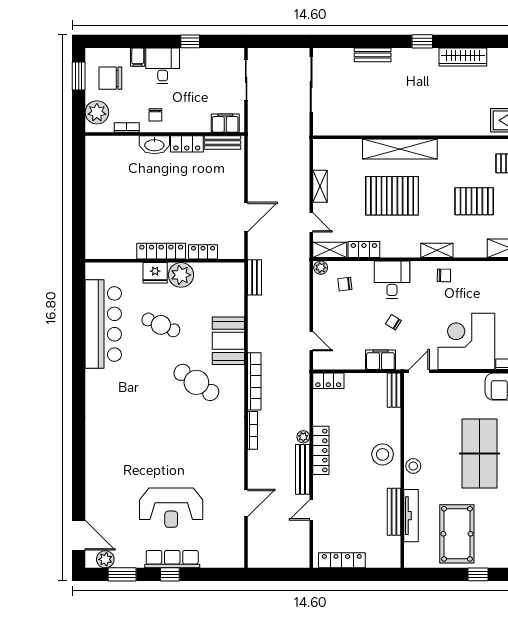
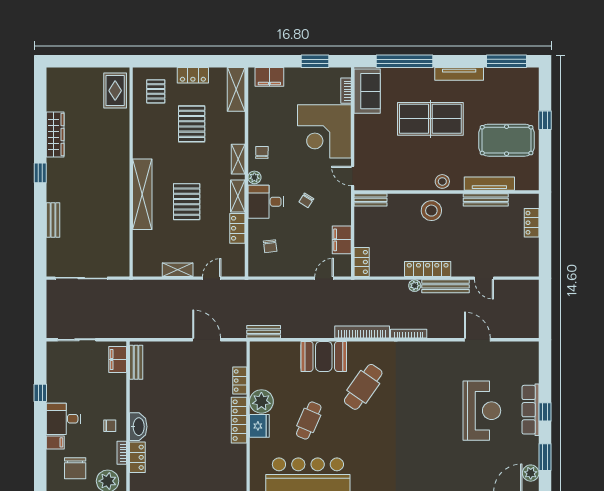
locker: (187, 144) -> (137, 457), moved
pallet: (392, 196) -> (187, 202), width x0.73, depth x0.71
shelving: (330, 250) -> (238, 196), moved
plant: (321, 268) -> (254, 177), moved
filing cabinet: (380, 360) -> (342, 240), moved
locker: (342, 560) -> (532, 223), moved, width x0.66

